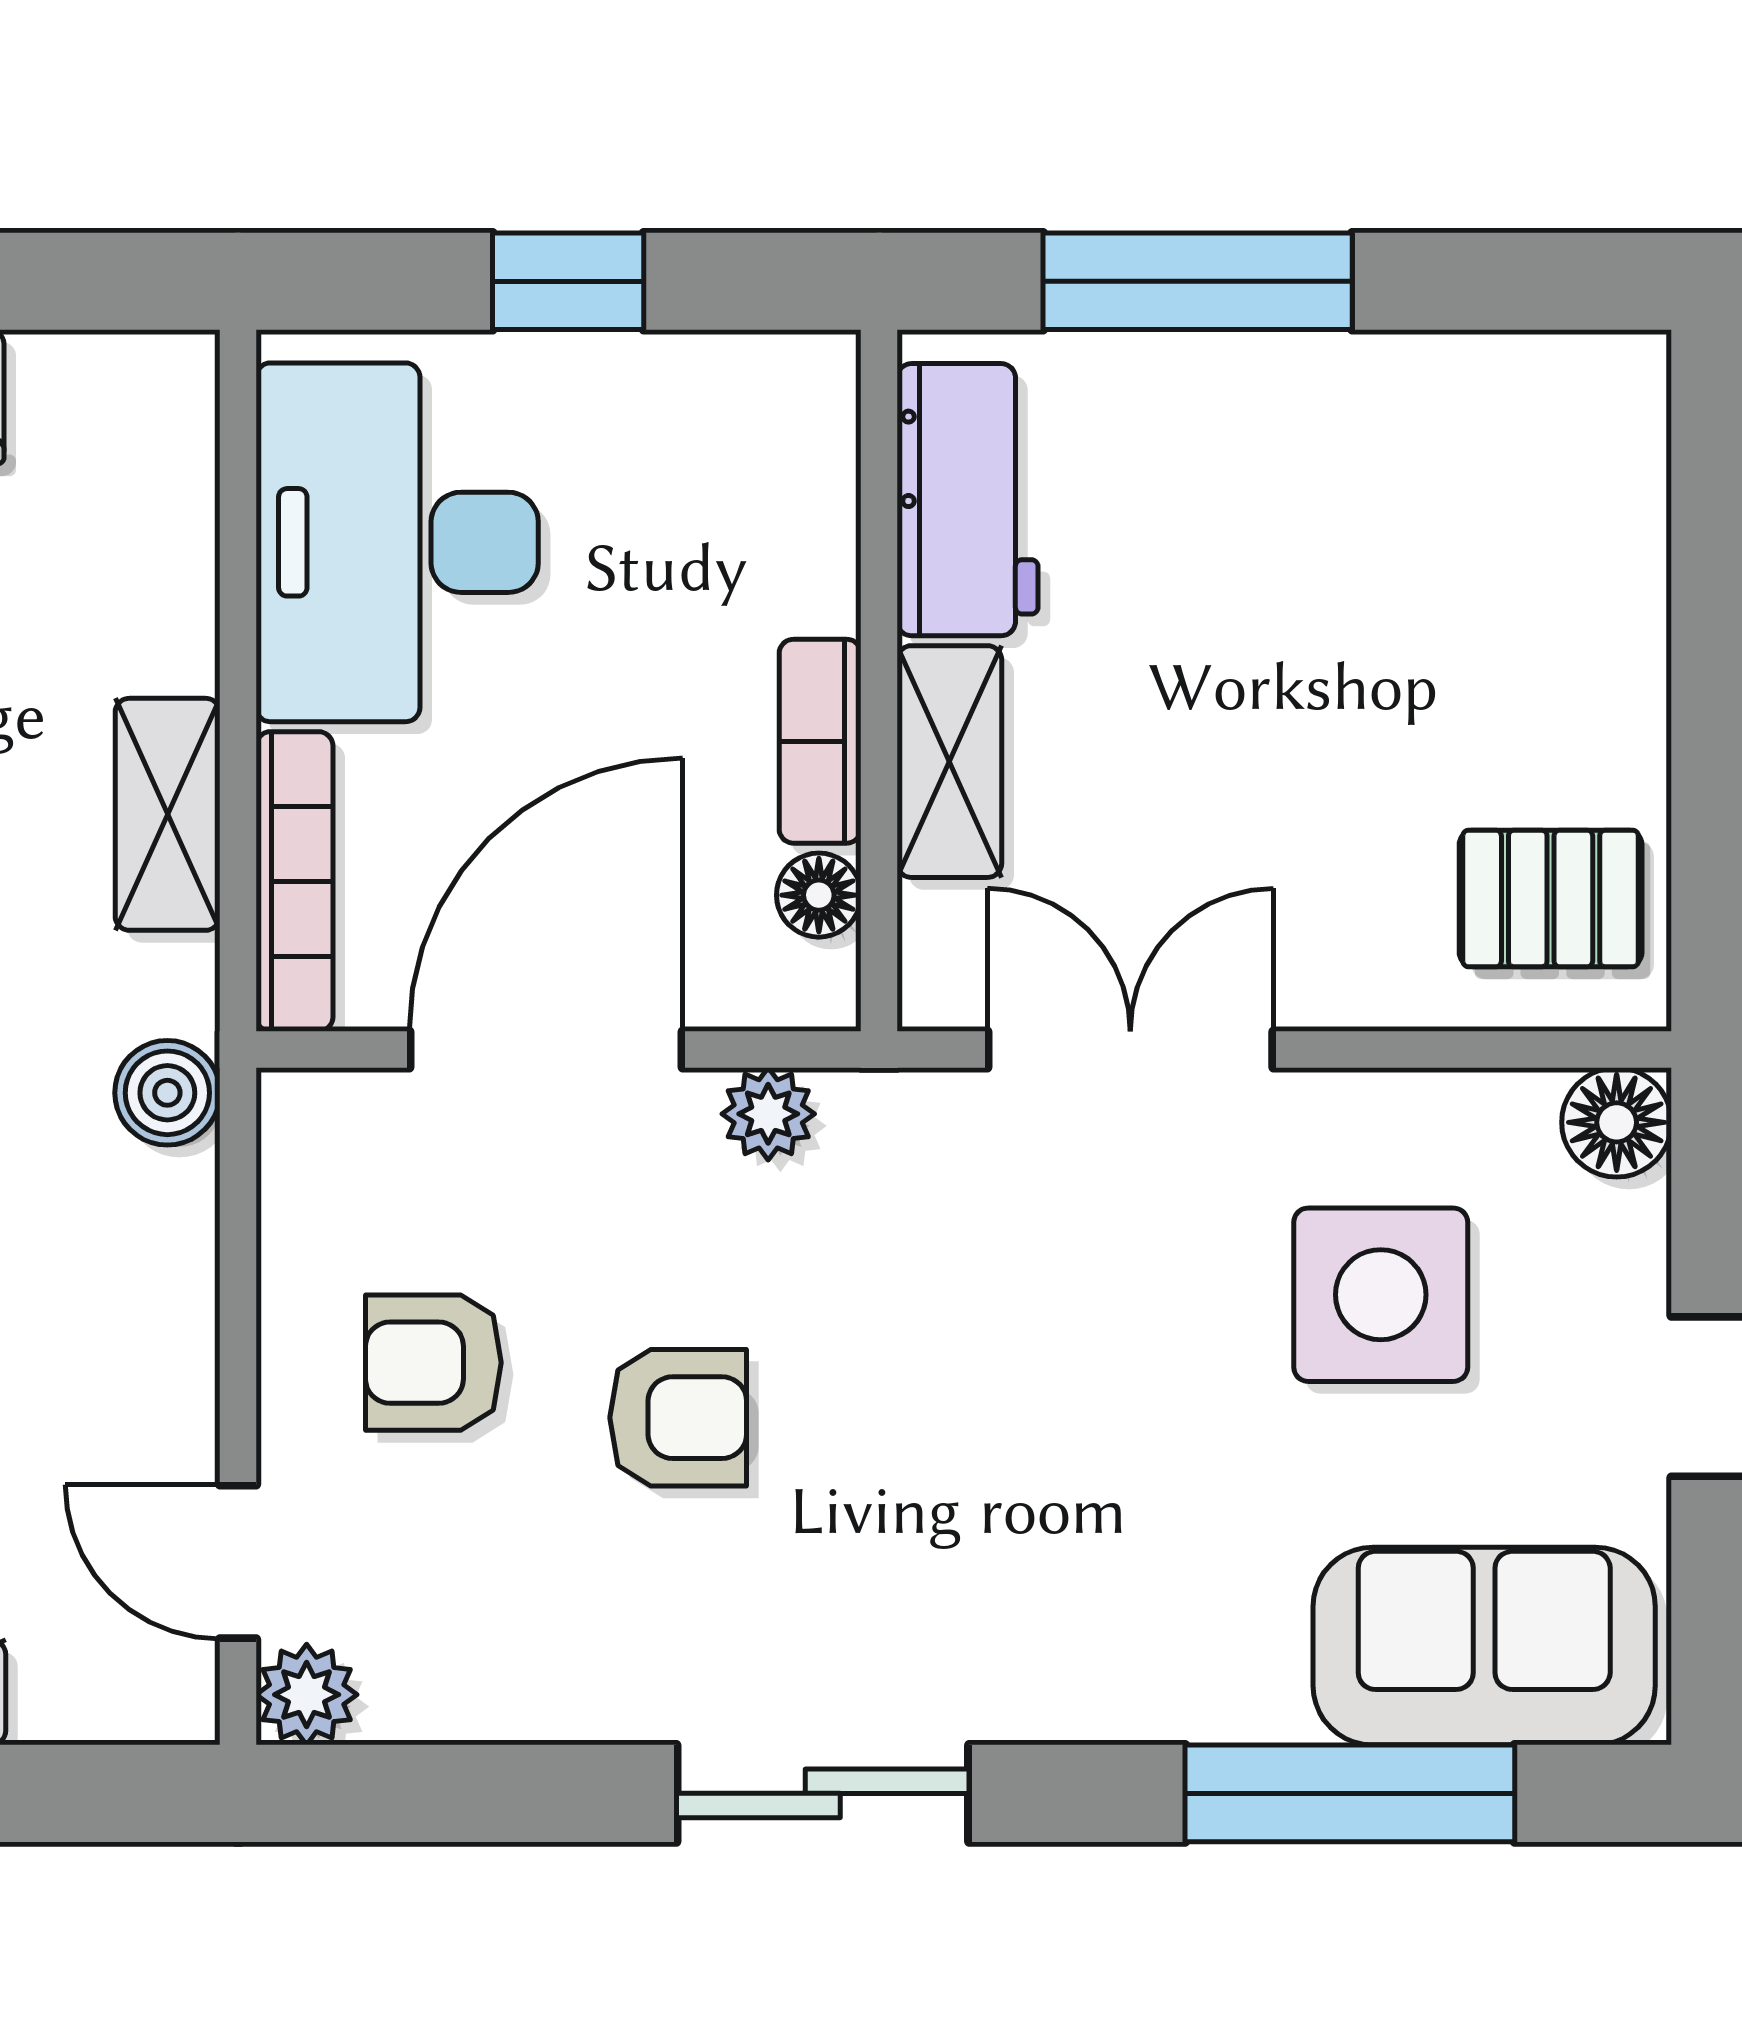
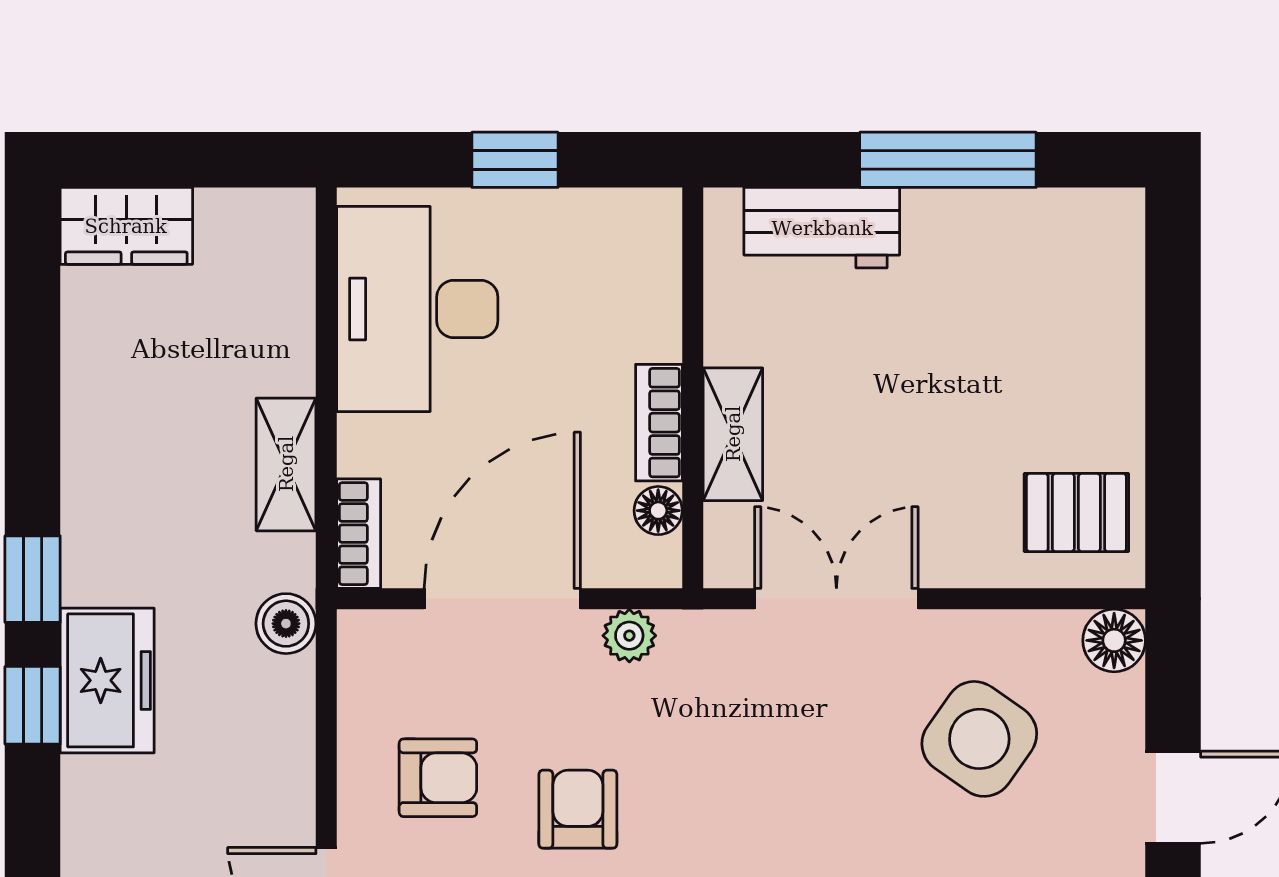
window: (1198, 281) -> (948, 160), moved
workbench: (968, 500) -> (822, 228), moved, turned 90
bookcase: (294, 881) -> (359, 534), width x0.64
side table: (1381, 1295) -> (979, 739), turned 35
armchair: (433, 1363) -> (438, 778), turned 180
armchair: (678, 1418) -> (578, 809), turned -90

